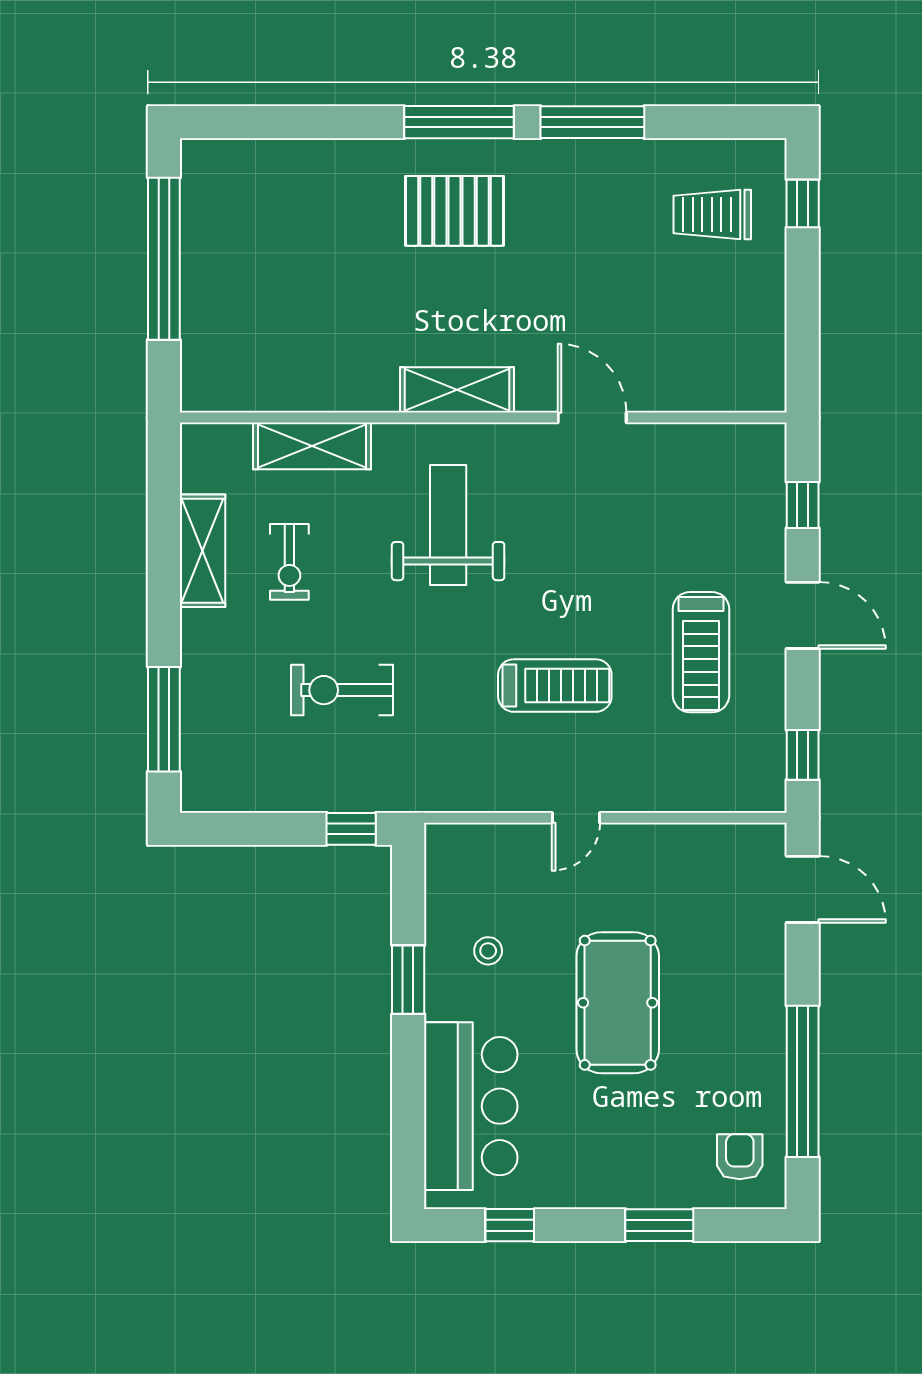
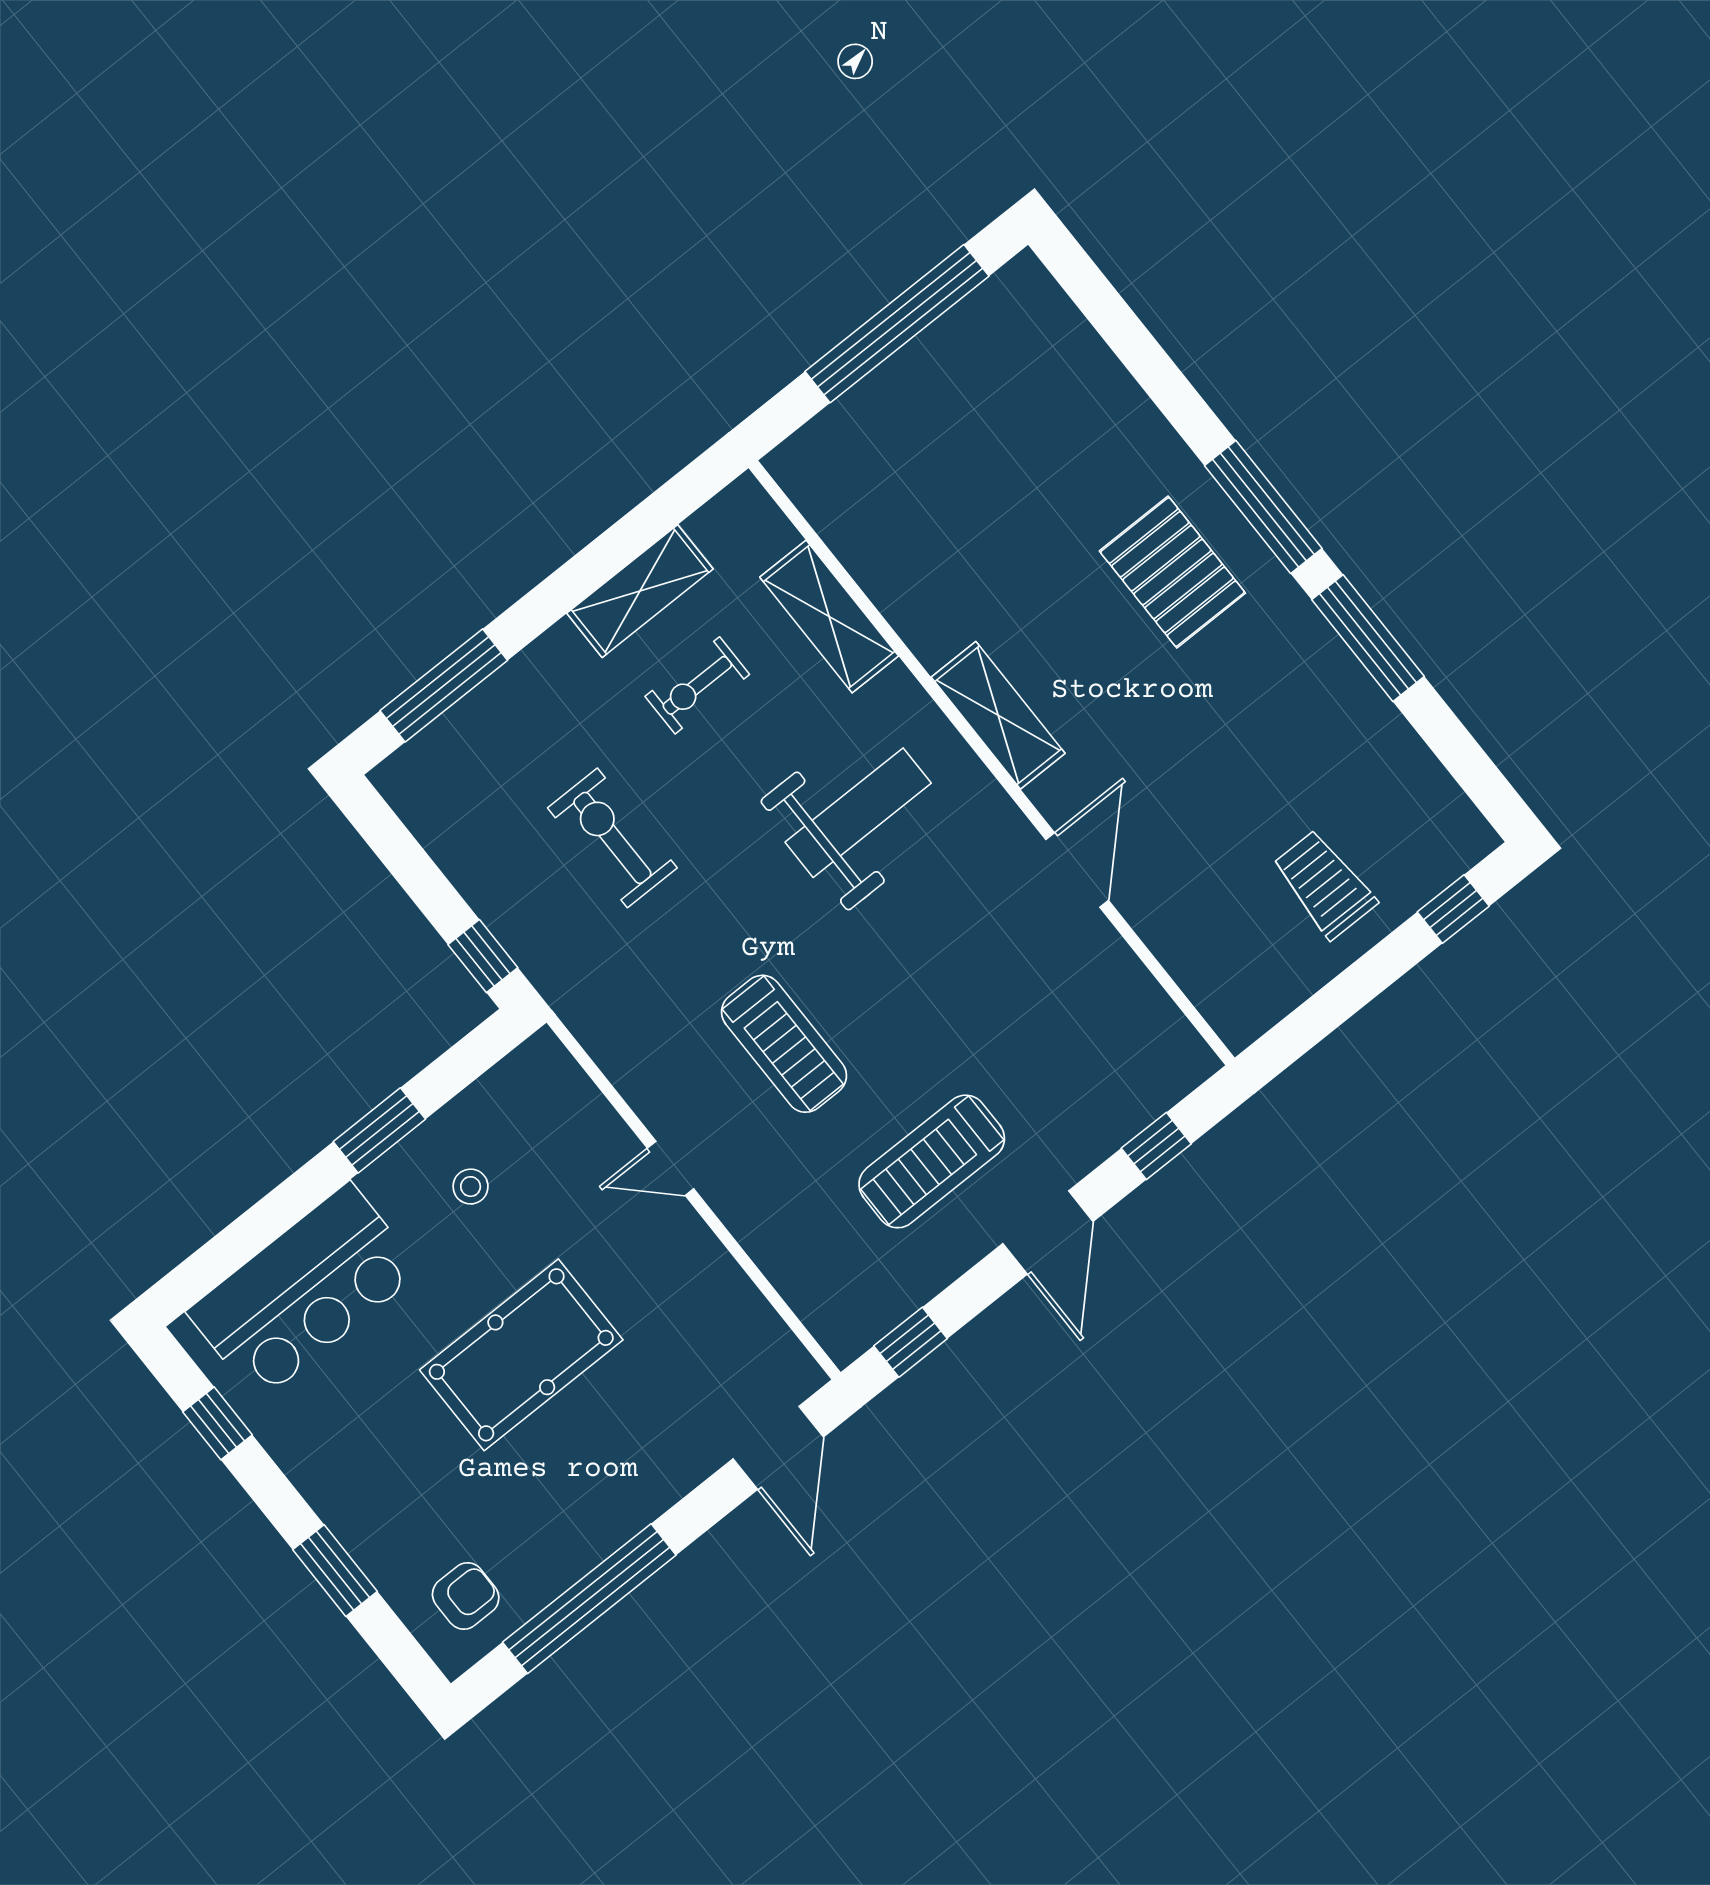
trolley: (712, 215) -> (1324, 884), moved

